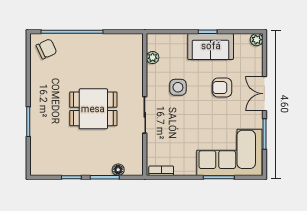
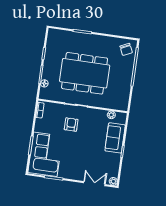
sofa: (211, 46) -> (115, 138), moved
side table: (178, 87) -> (90, 128), removed
armchair: (222, 88) -> (71, 125), moved
double door: (264, 94) -> (94, 184), moved
dining table: (93, 109) -> (85, 73), width x1.88, depth x1.24

